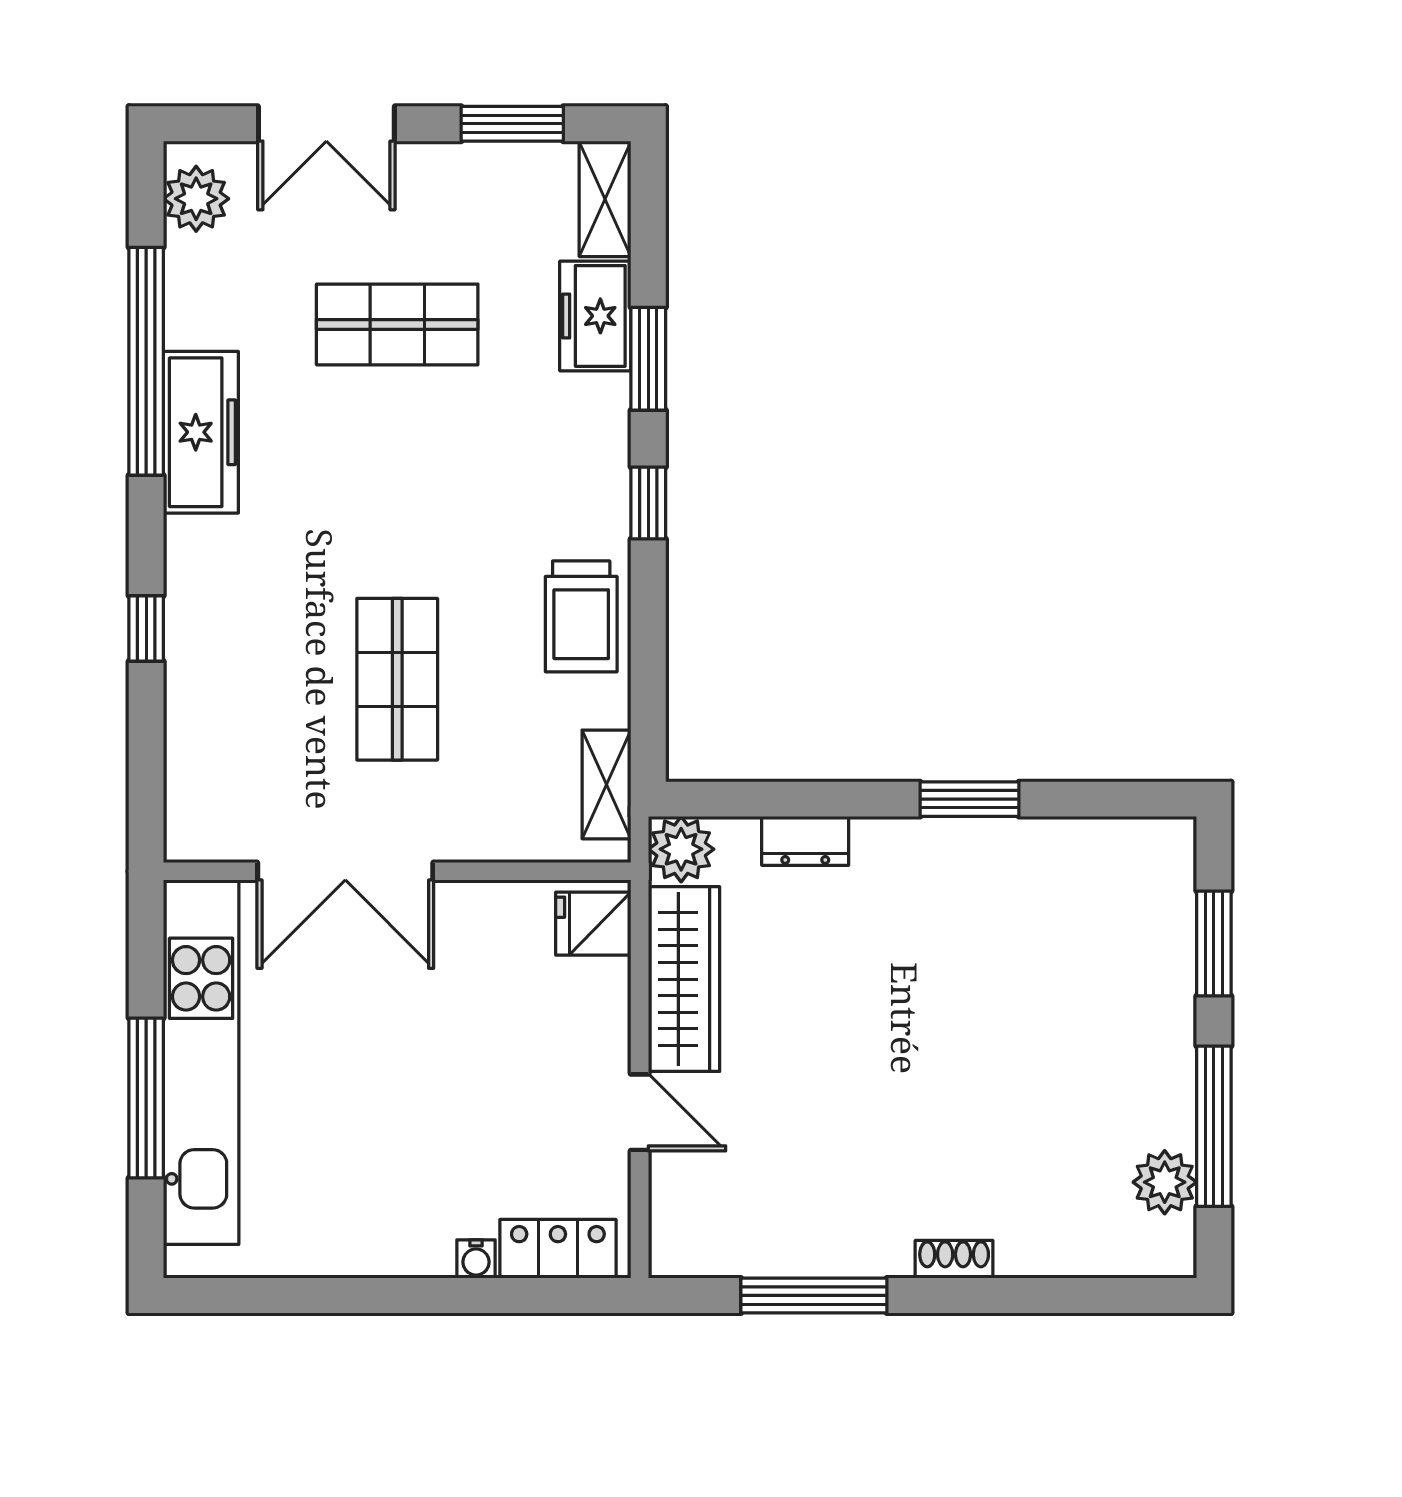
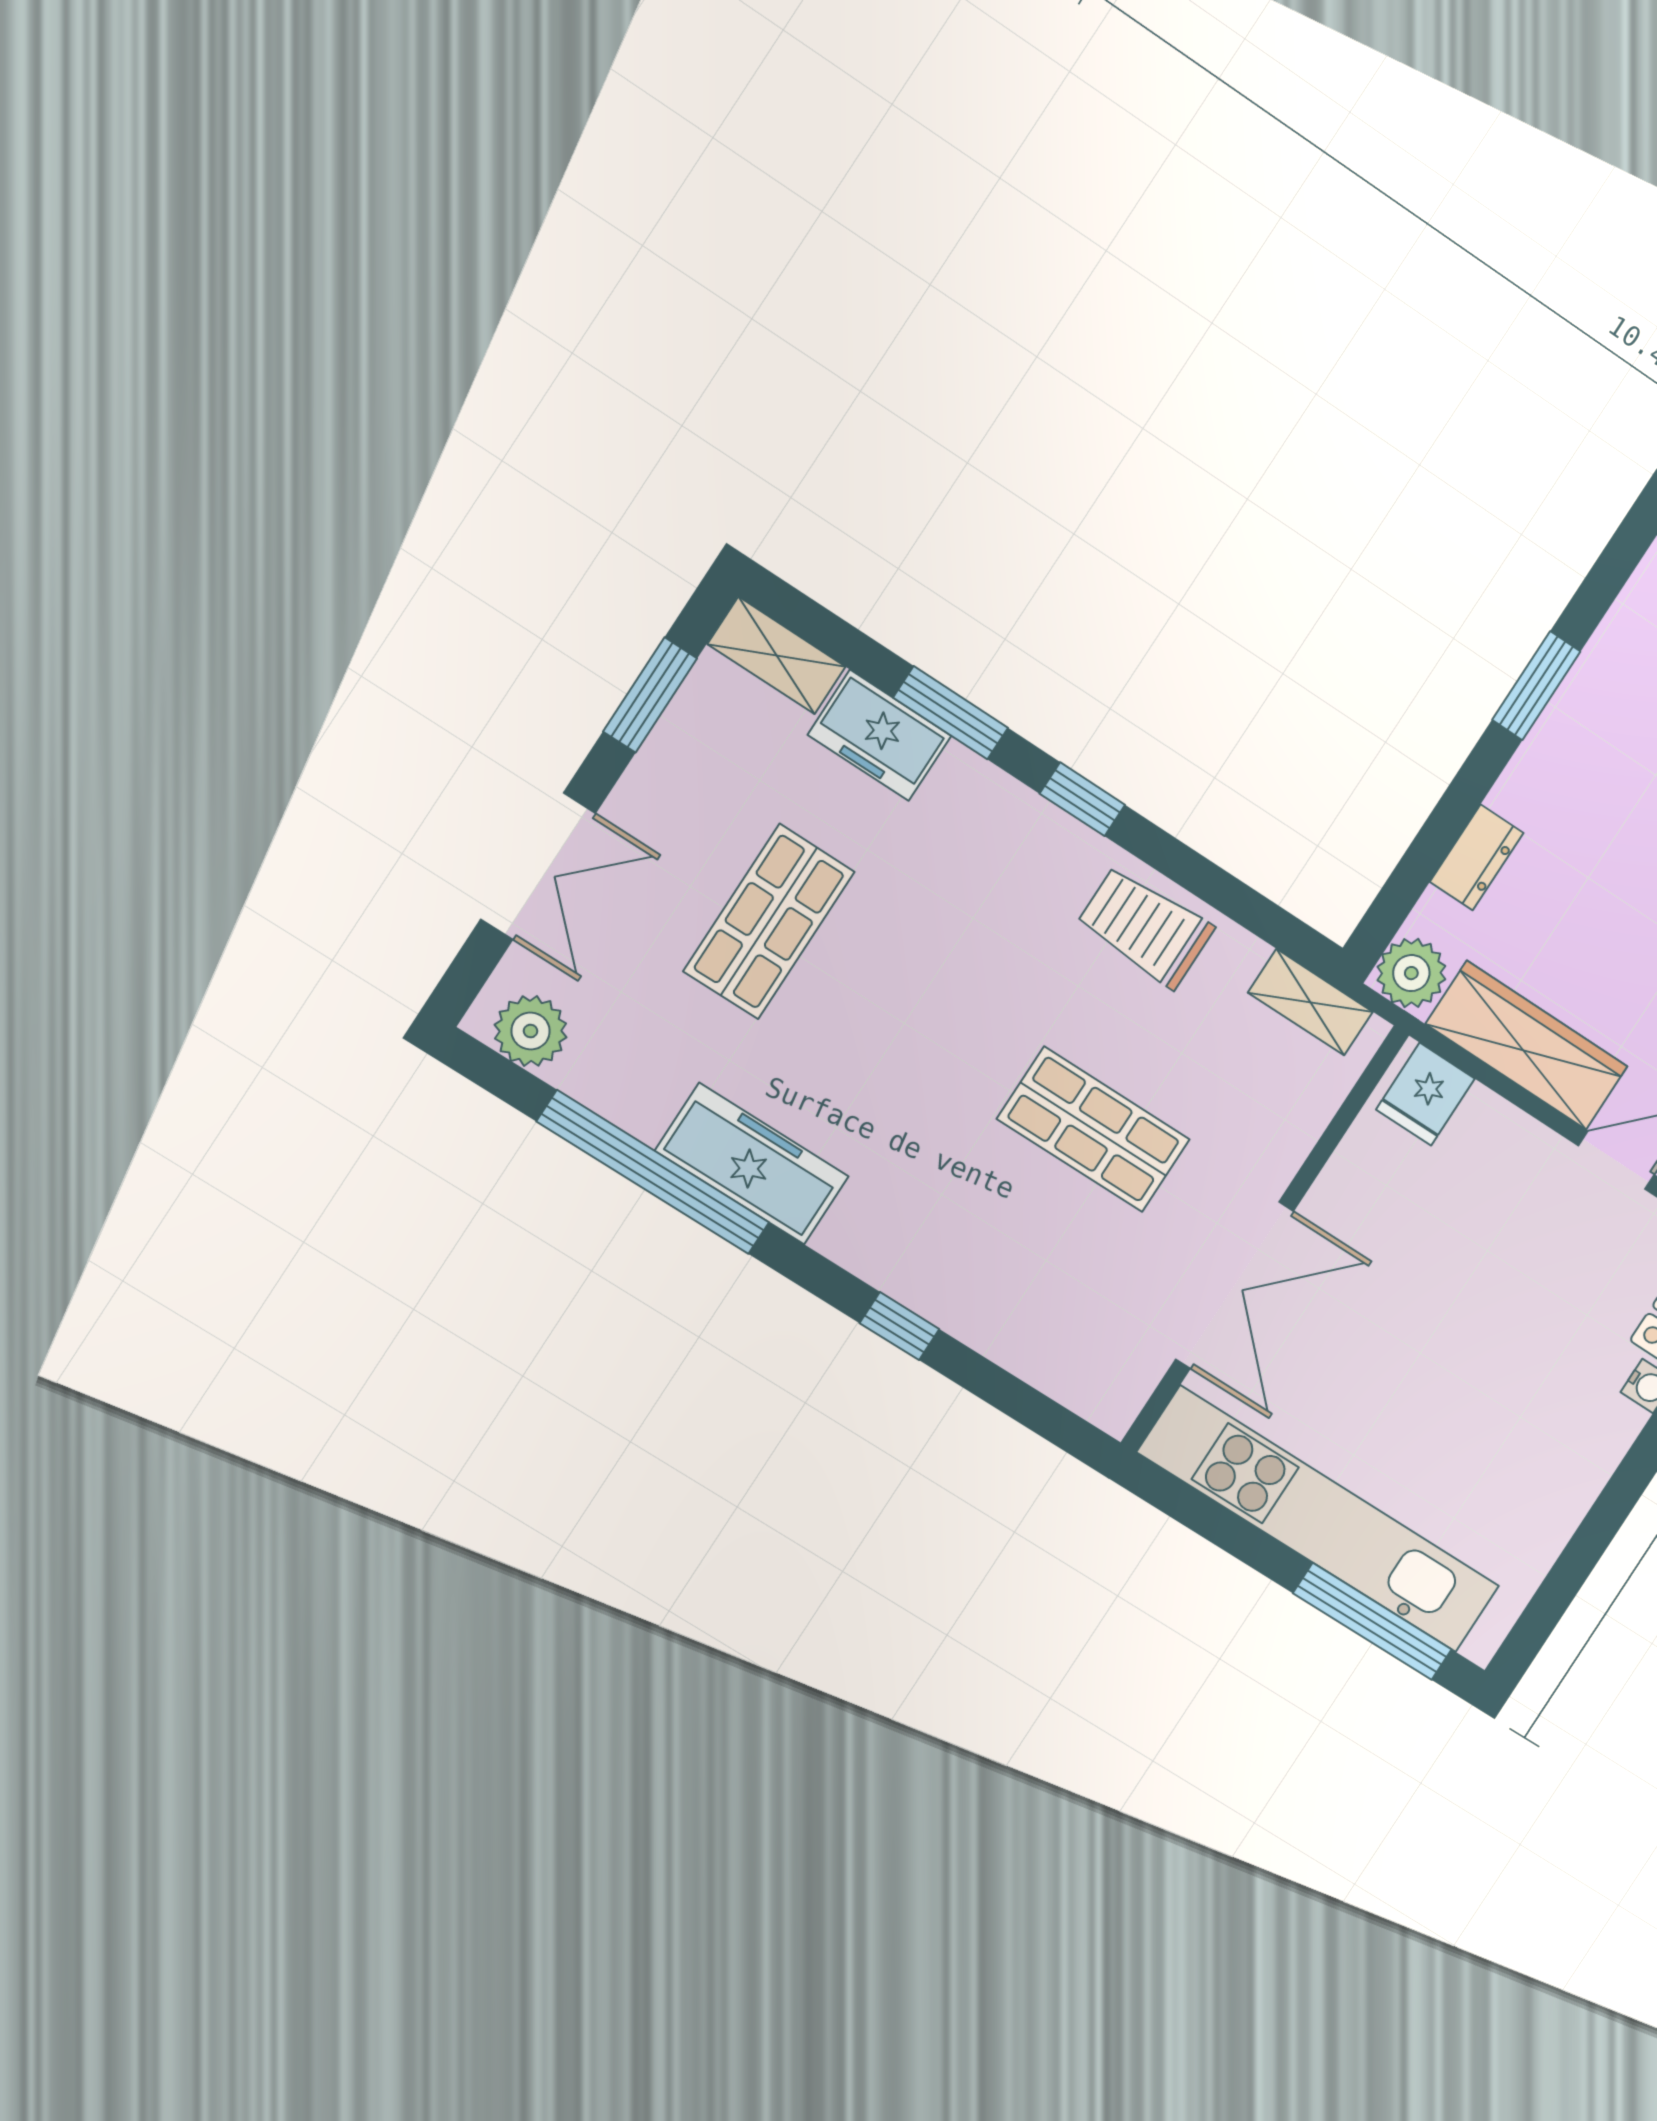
trolley: (581, 616) -> (1145, 927), turned 180
window: (146, 1098) -> (1372, 1621), moved

